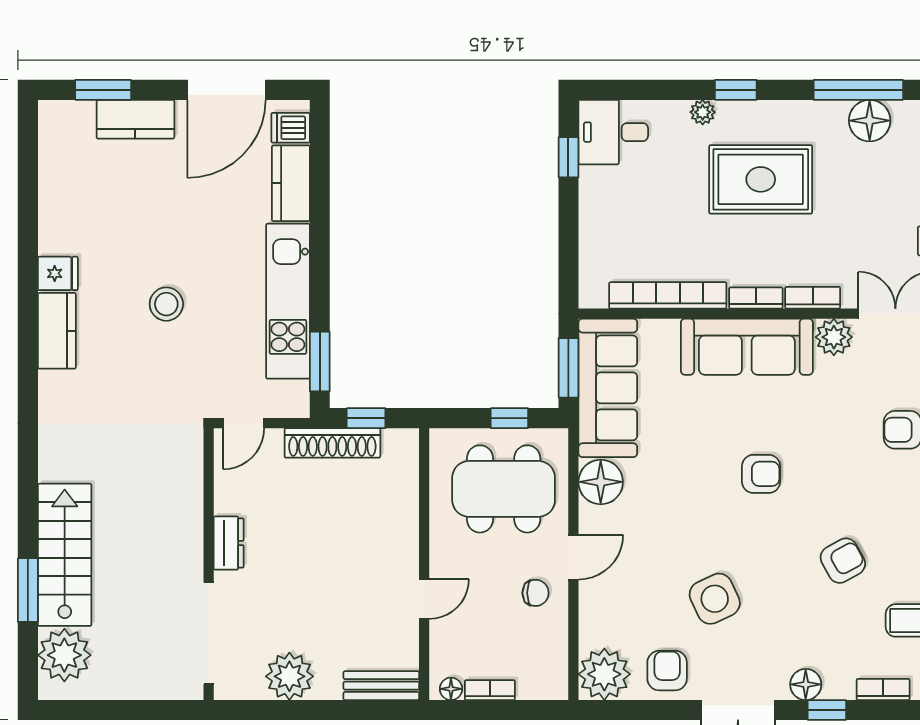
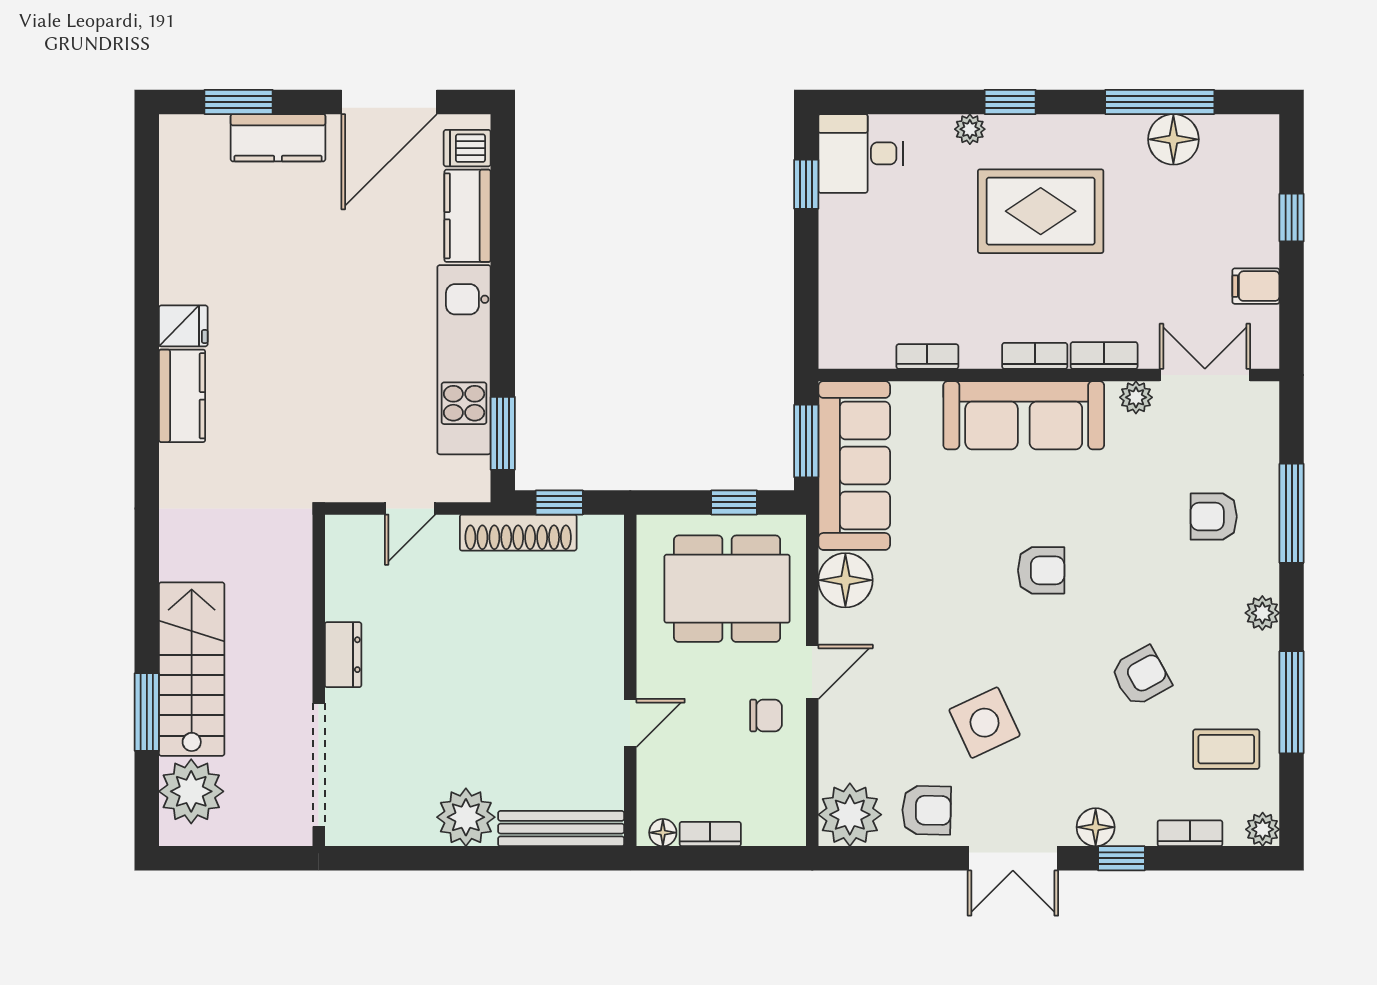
bookcase: (668, 295) -> (927, 357), width x0.43, depth x0.76
stool: (166, 304) -> (316, 363), removed
plant: (834, 337) -> (1136, 397), width x0.73, depth x0.73
dresser: (229, 543) -> (343, 655), moved
wall: (209, 564) -> (319, 680), moved
doorway: (209, 633) -> (319, 765), moved
armchair: (667, 671) -> (927, 810), turned 91
bench: (381, 686) -> (561, 829), width x1.36

